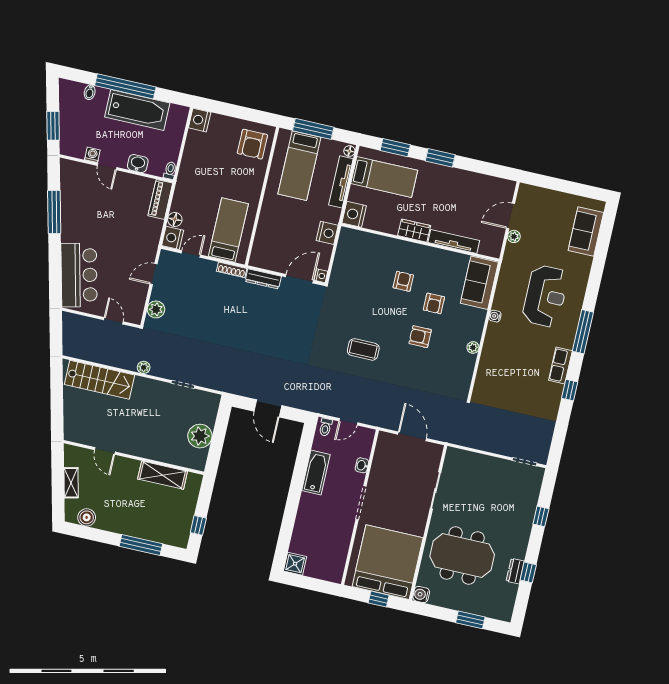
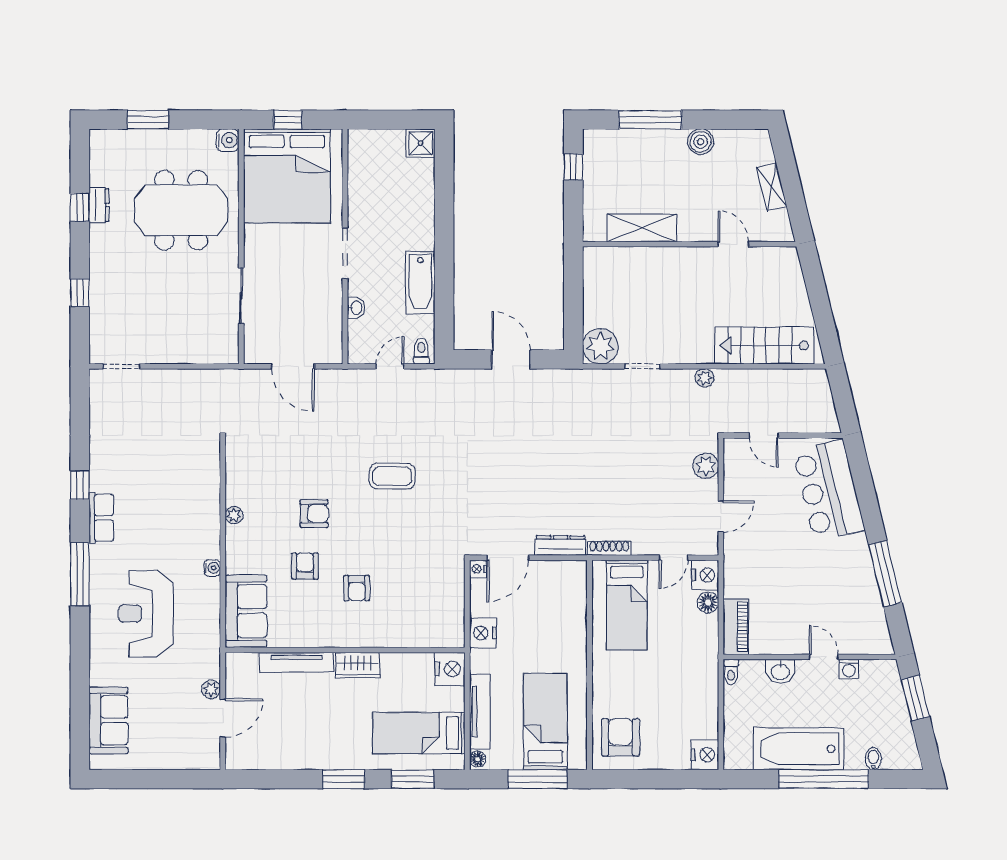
plant: (200, 436) -> (600, 346), moved
boiler: (87, 517) -> (701, 142), moved

